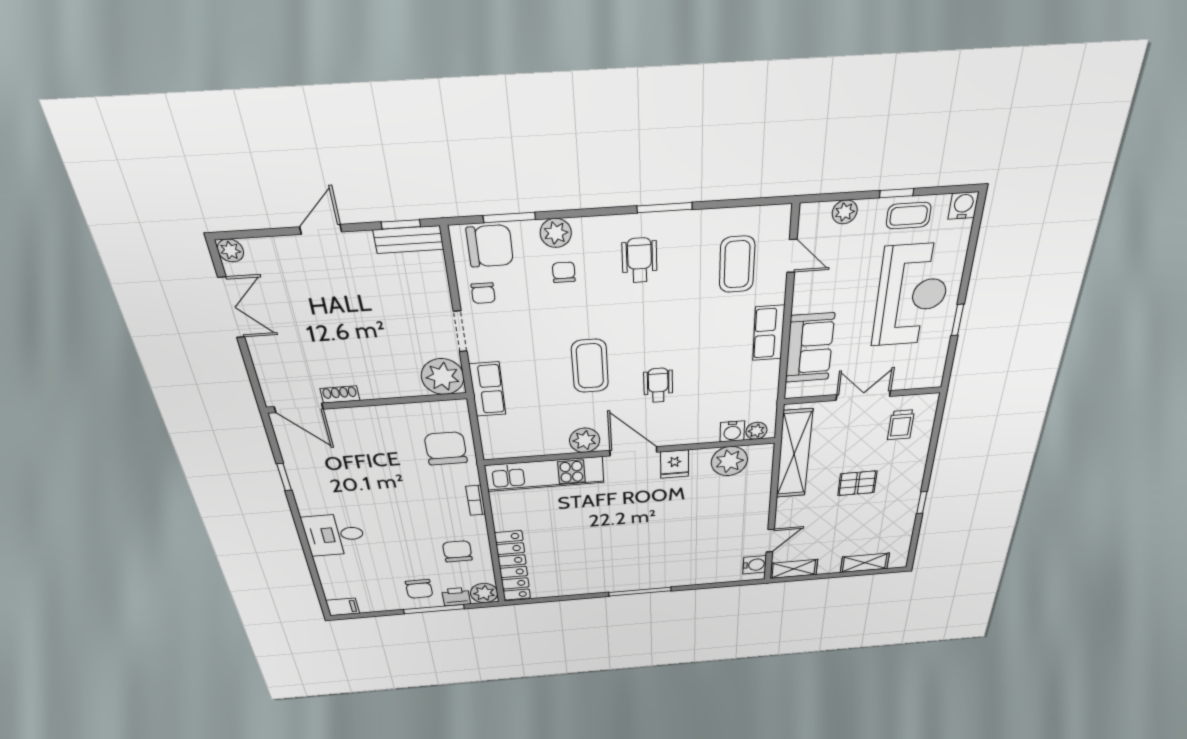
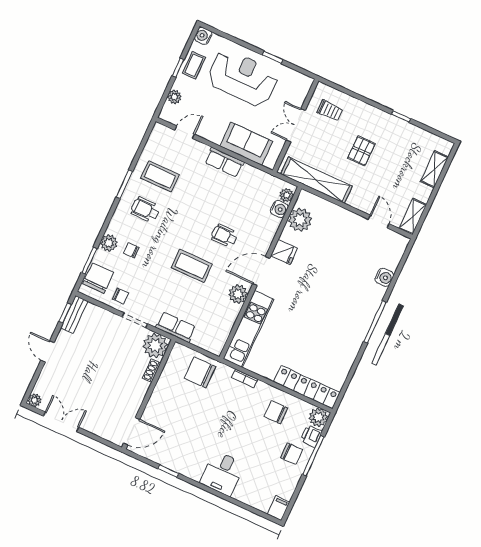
coffee table: (737, 264) -> (160, 176), moved
shoe rack: (340, 395) -> (152, 371), moved
water cooler: (755, 565) -> (384, 277), moved, turned 90

